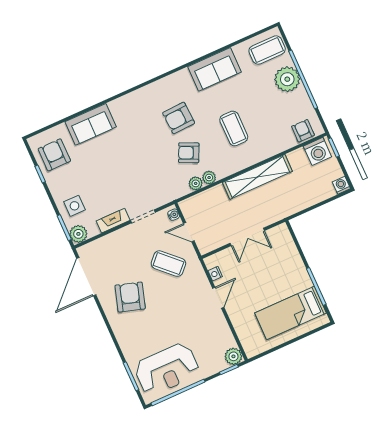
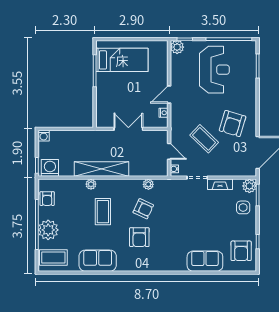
armchair: (179, 118) -> (139, 237), turned 93
armchair: (303, 131) -> (47, 199), moved
plant: (209, 178) -> (91, 184), moved
coffee table: (168, 264) -> (204, 139), moved
reception desk: (167, 369) -> (214, 70), moved, turned 90

